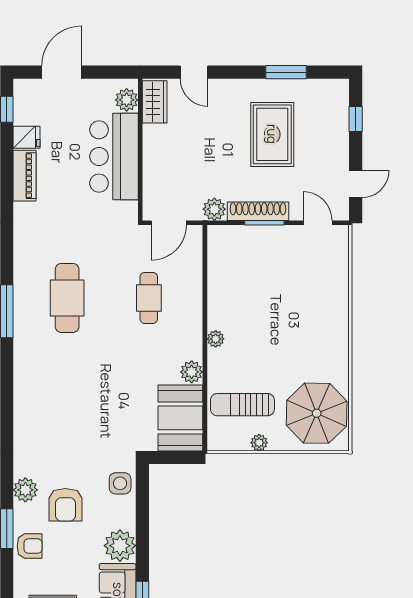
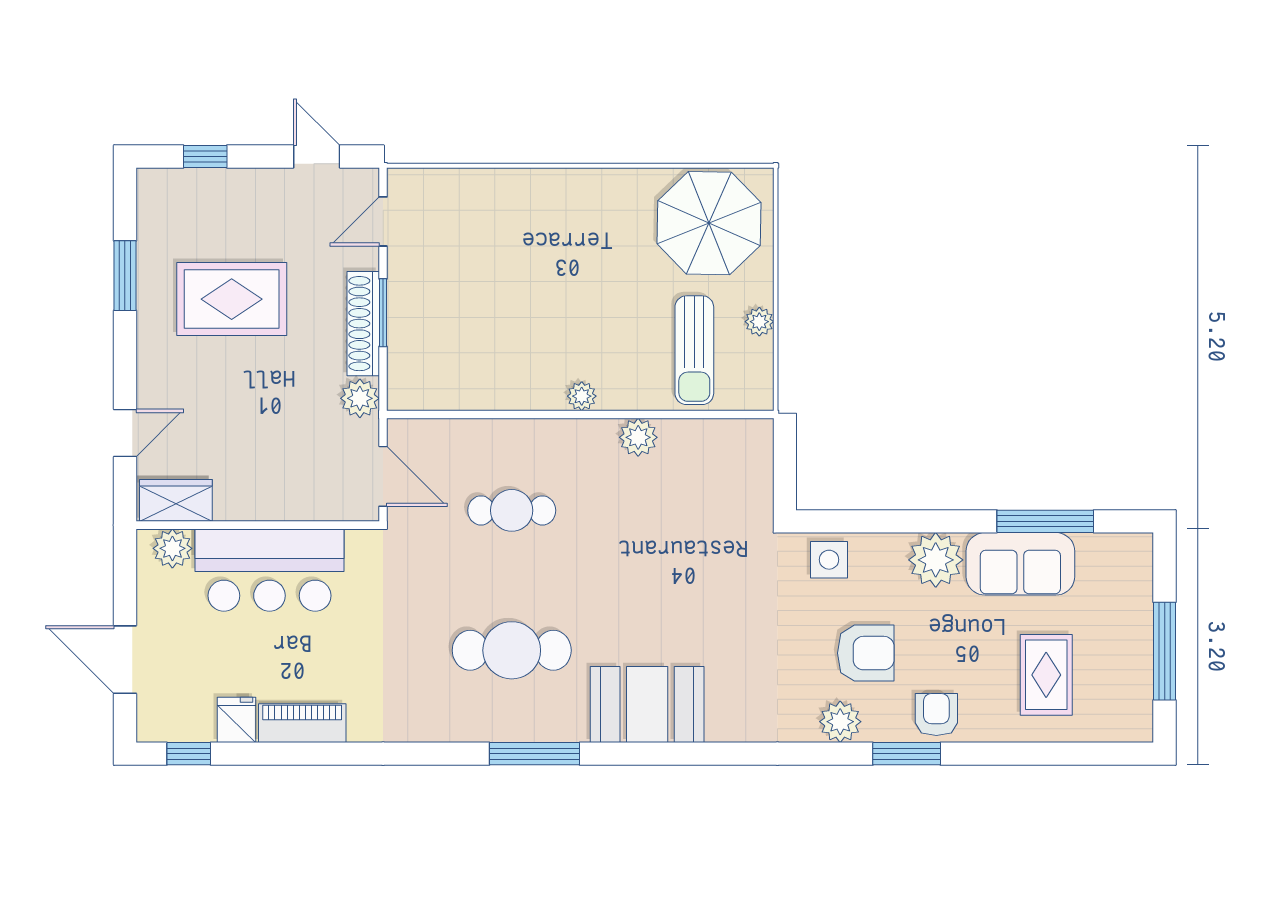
booth: (180, 418) -> (647, 705), moved

